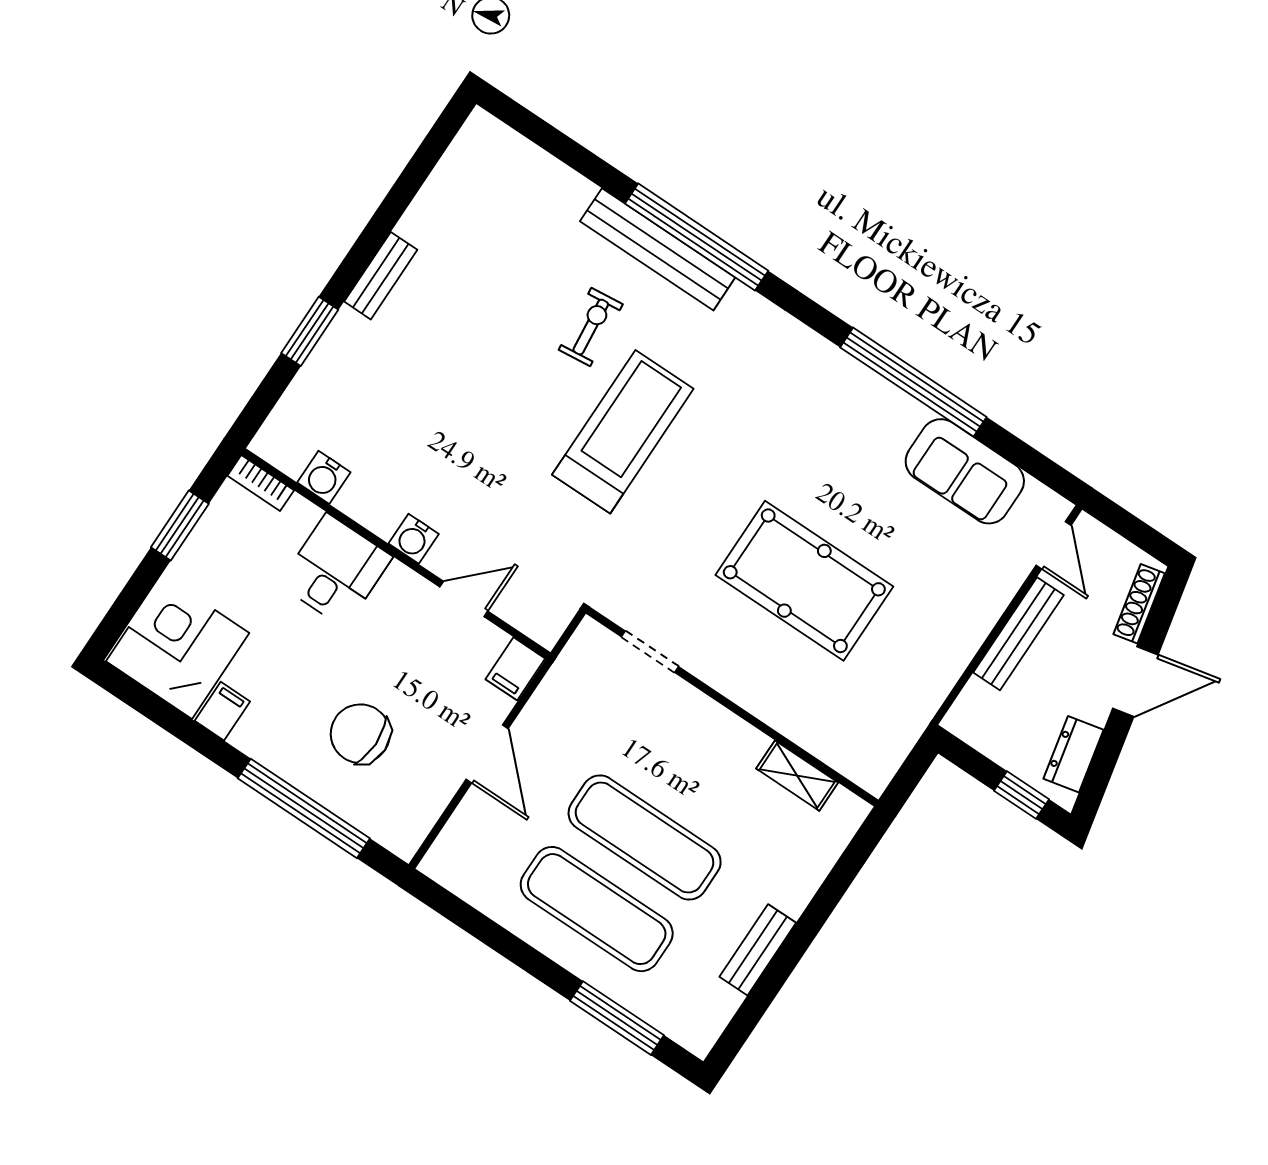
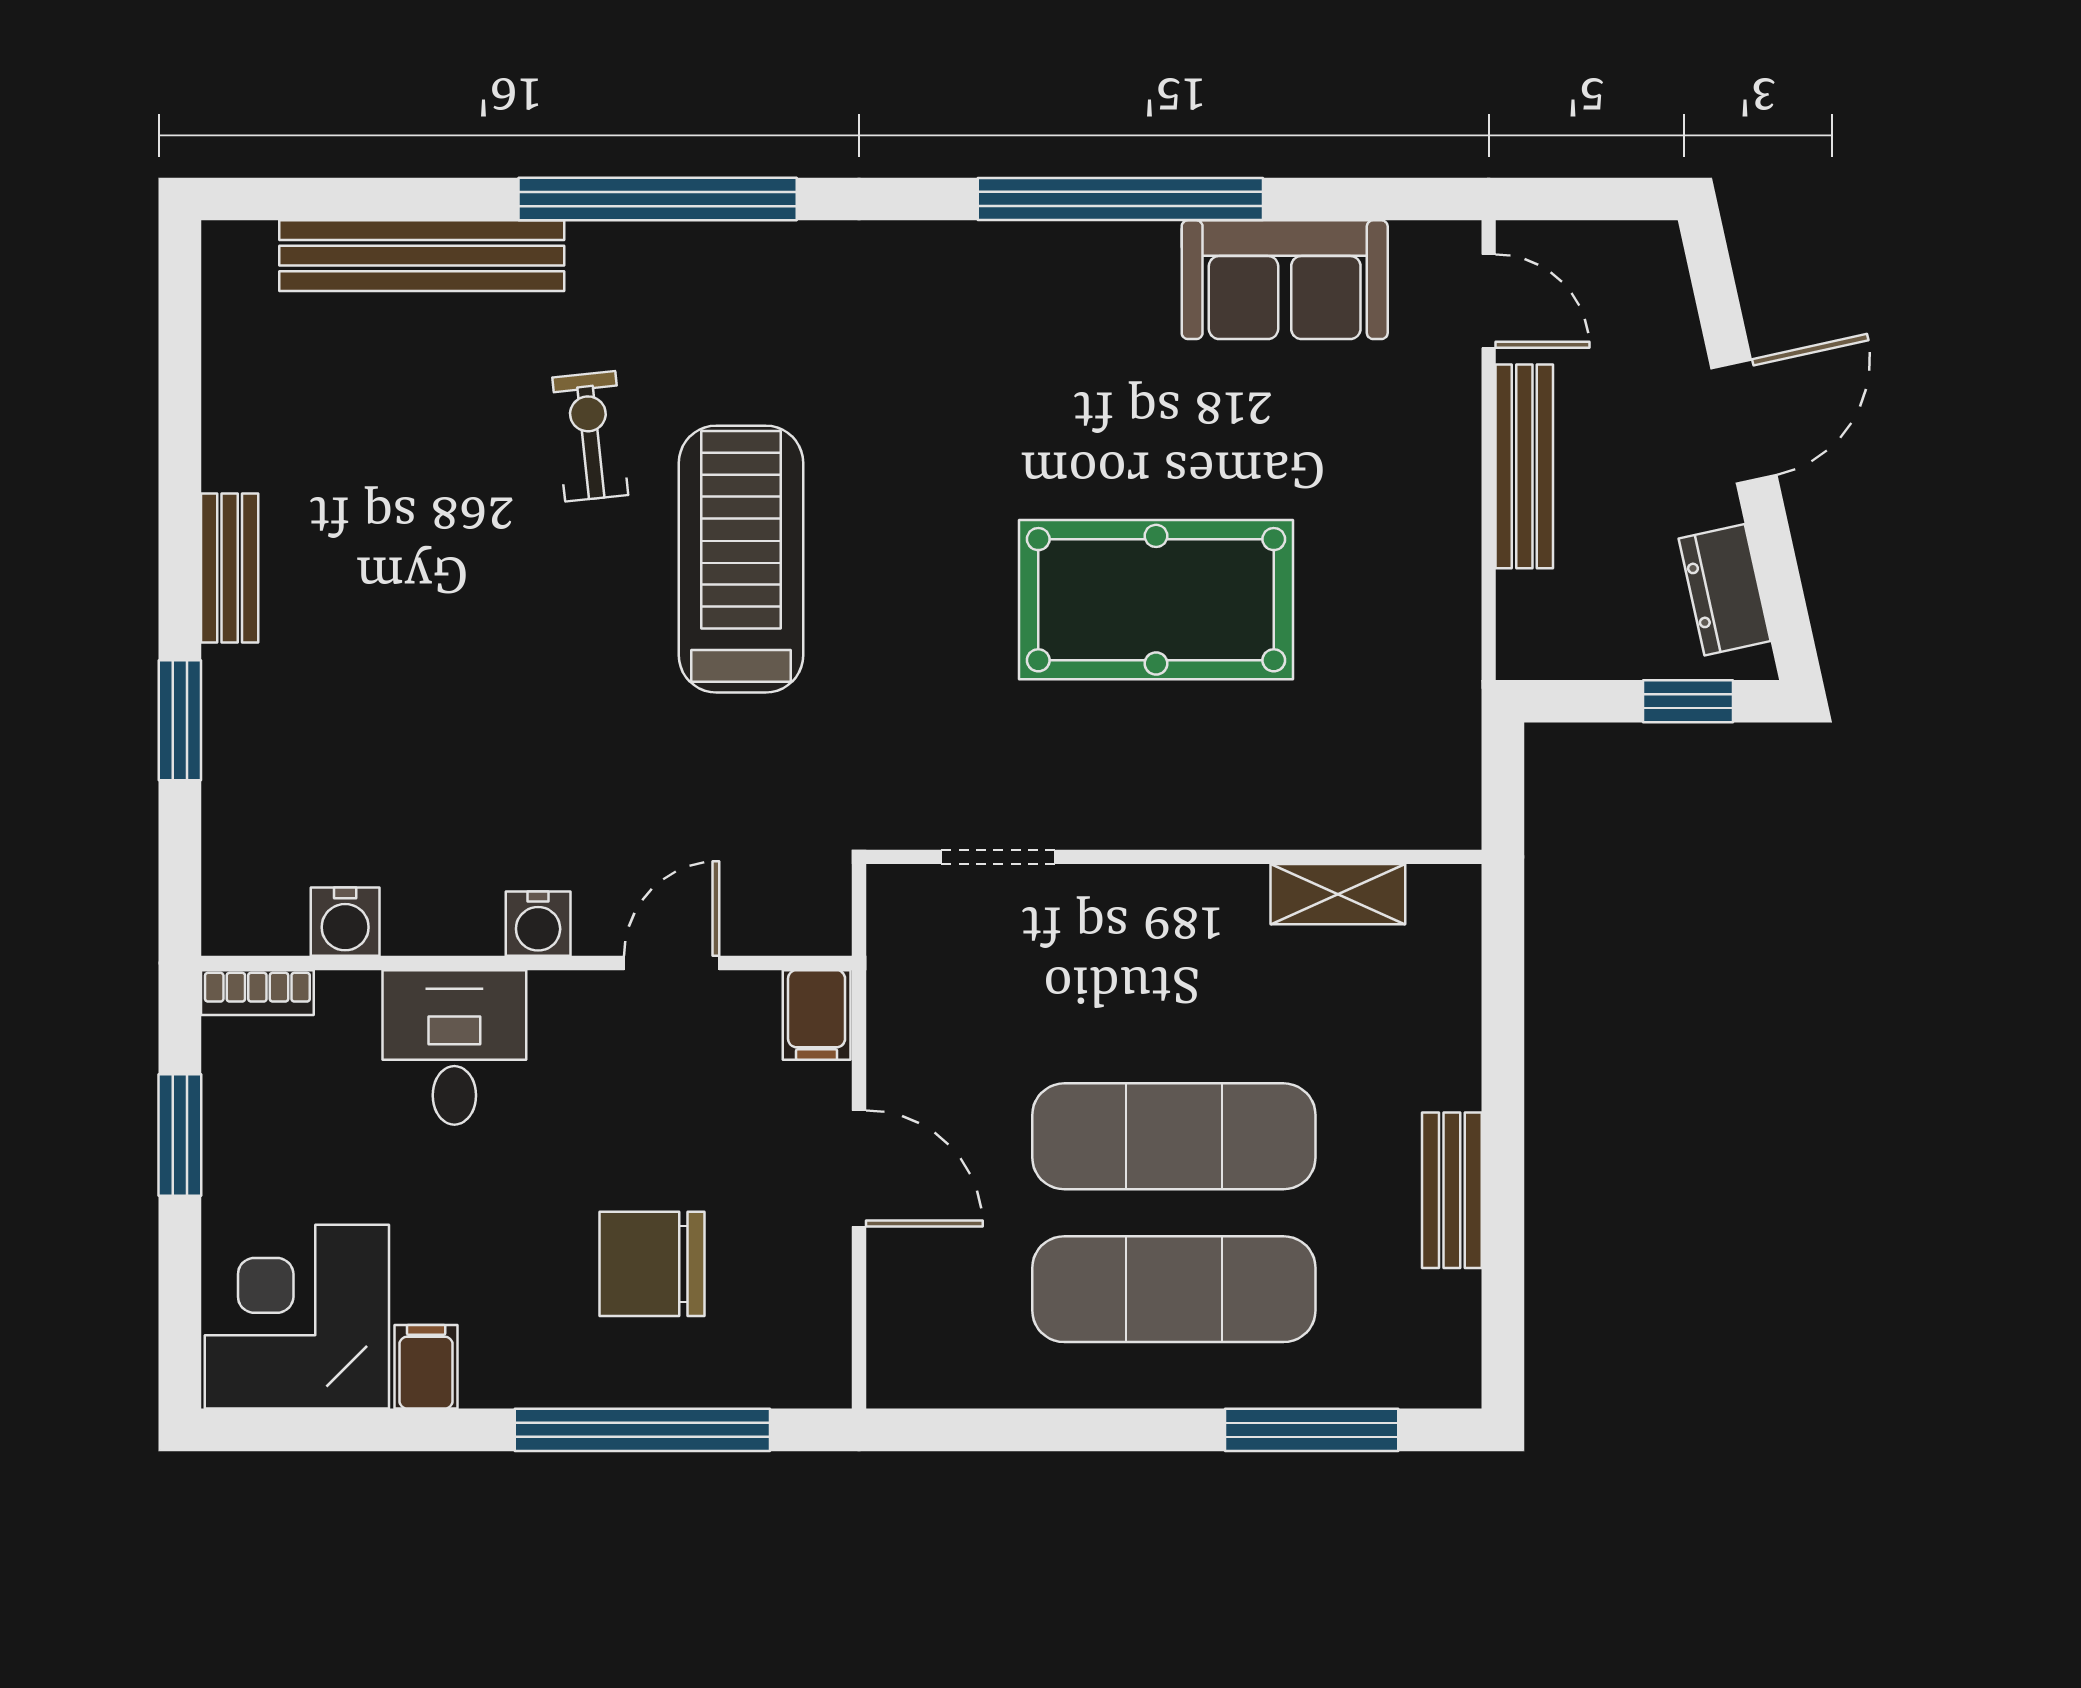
bench: (658, 249) -> (422, 256), moved
shoe rack: (1139, 604) -> (1673, 303), removed

